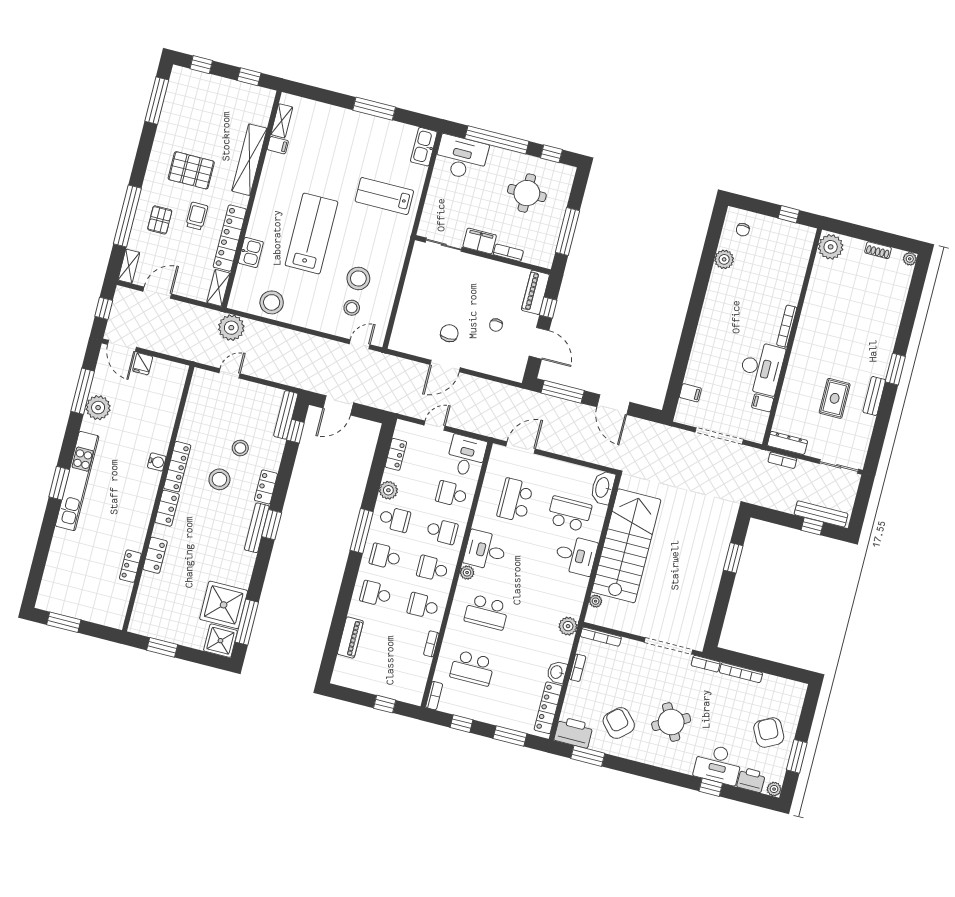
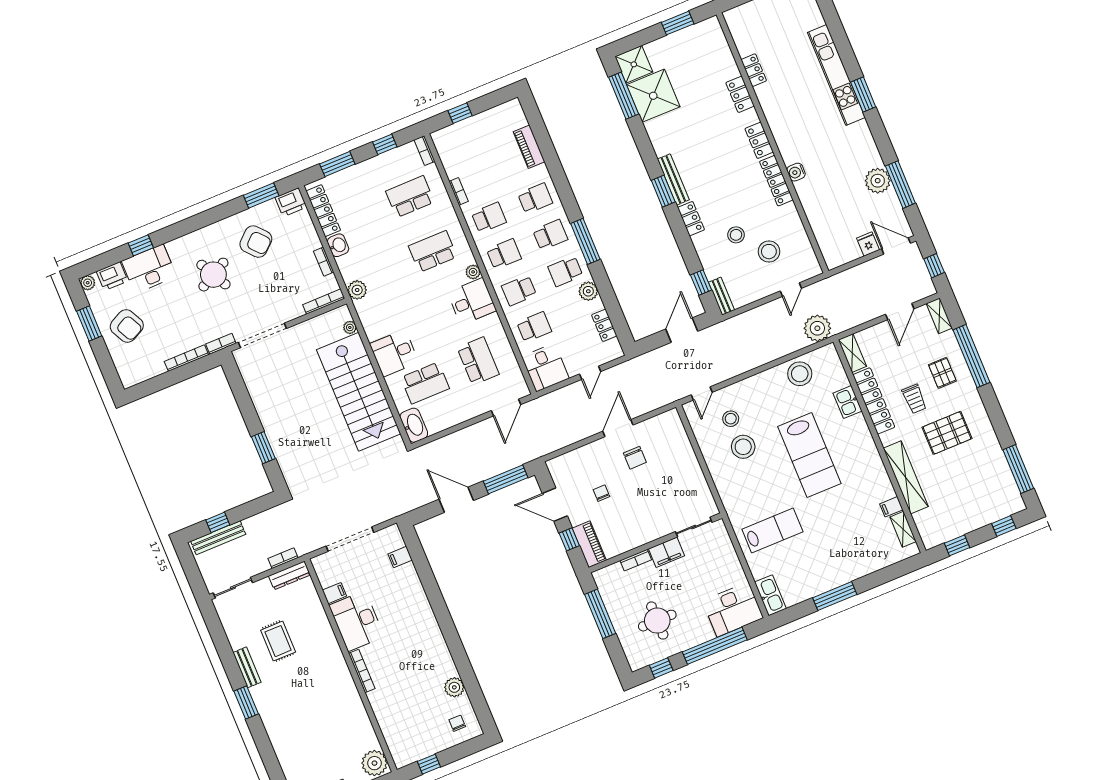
bench: (286, 415) -> (721, 296), width x0.73
stool: (219, 479) -> (769, 252), moved
kitchen unit: (77, 481) -> (836, 75), moved
printer: (574, 732) -> (291, 202), width x0.73, depth x0.84

